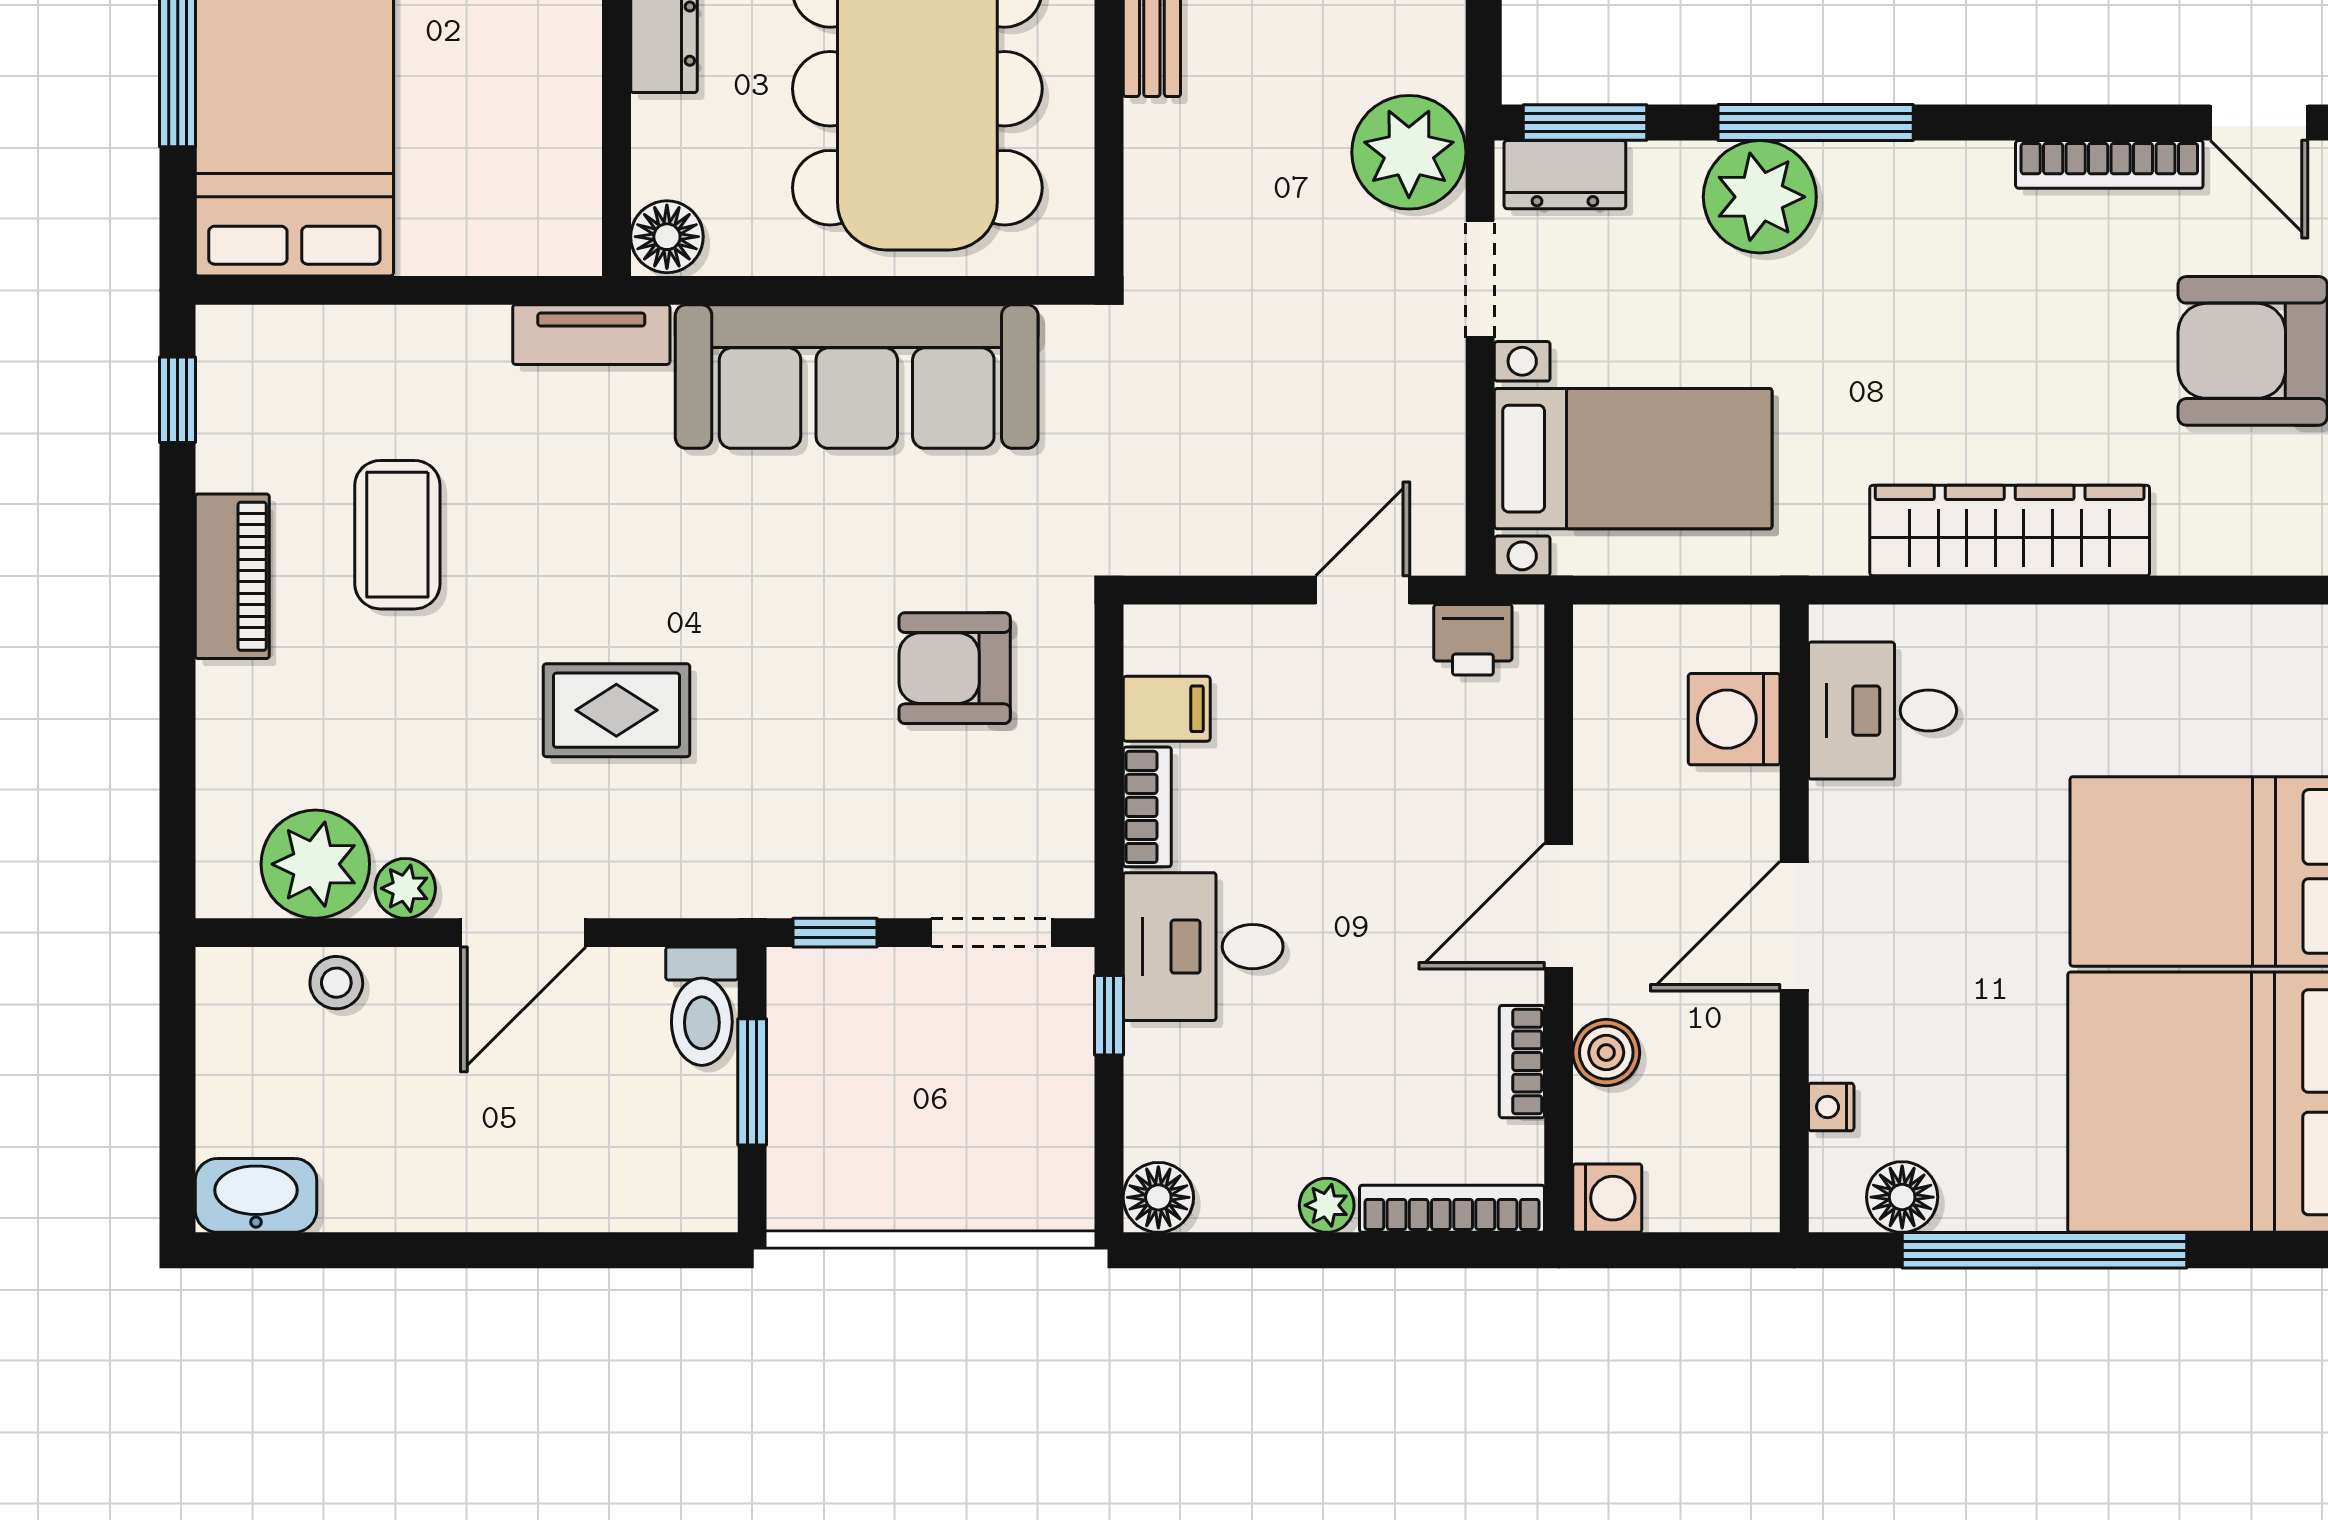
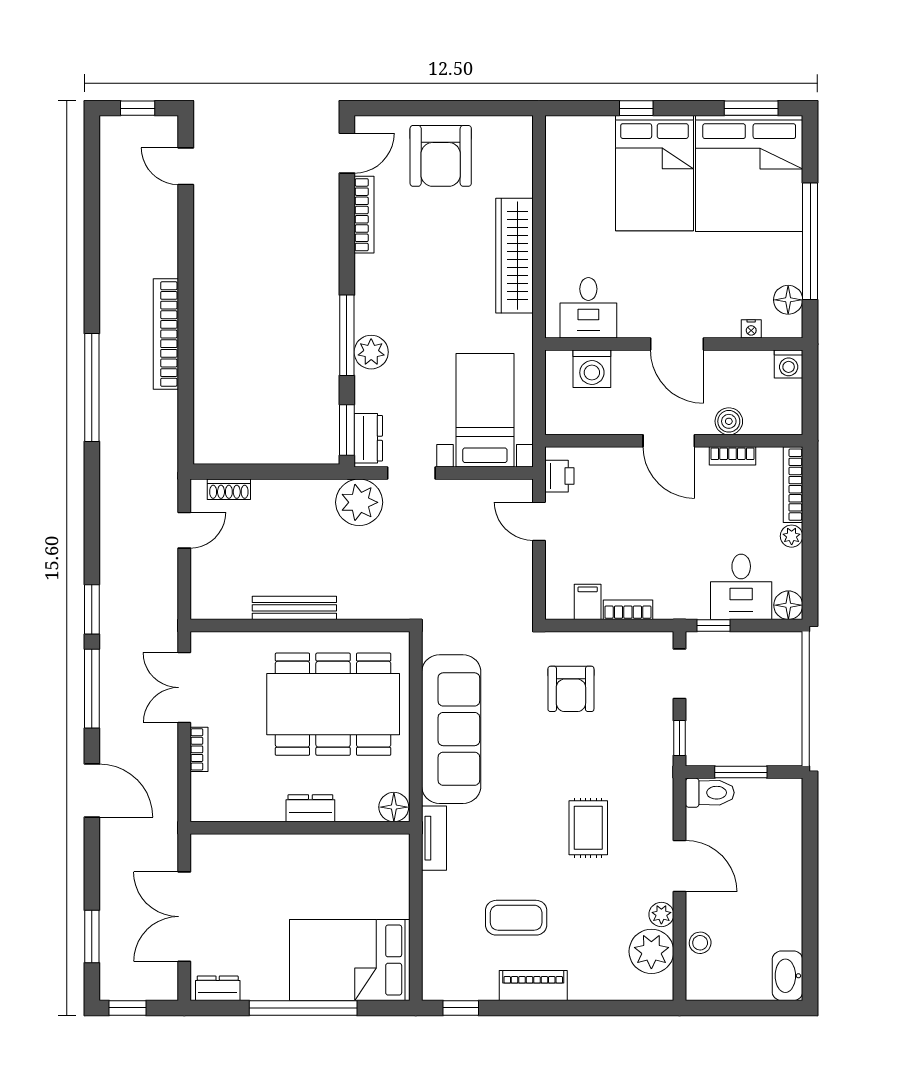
plant: (1760, 197) -> (371, 352), width x0.73, depth x0.73
desk: (1203, 947) -> (741, 587), moved
washing machine: (1607, 1198) -> (789, 364), moved, turned 180

